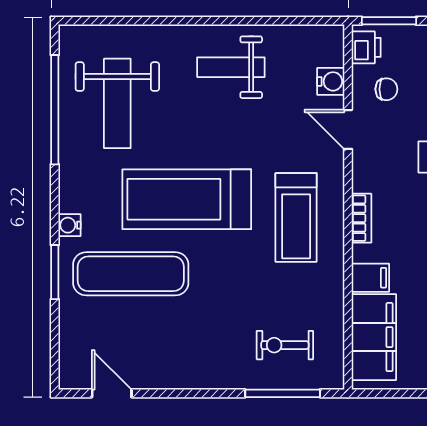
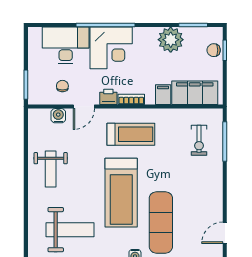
printer: (366, 47) -> (108, 97), moved

